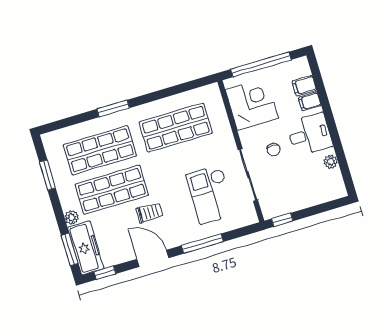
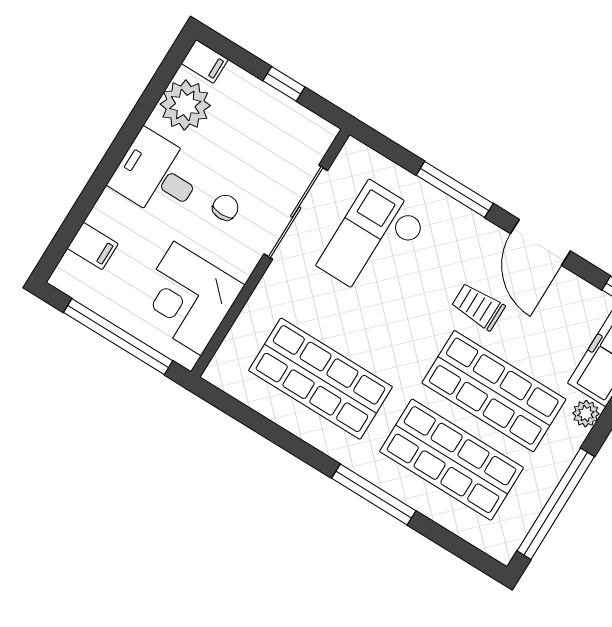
filing cabinet: (310, 101) -> (205, 61), moved
window: (113, 108) -> (374, 495), width x1.44
plant: (331, 162) -> (185, 105), width x1.88, depth x1.88
window: (47, 175) -> (556, 504), width x2.11
checkout: (211, 195) -> (373, 241), turned 180
window: (282, 220) -> (284, 84), moved

